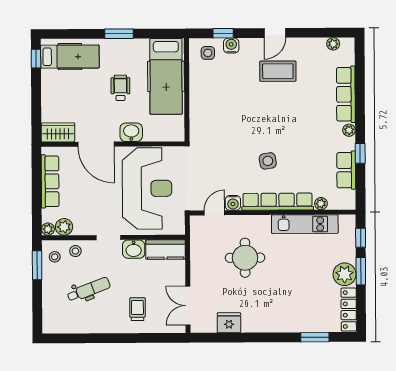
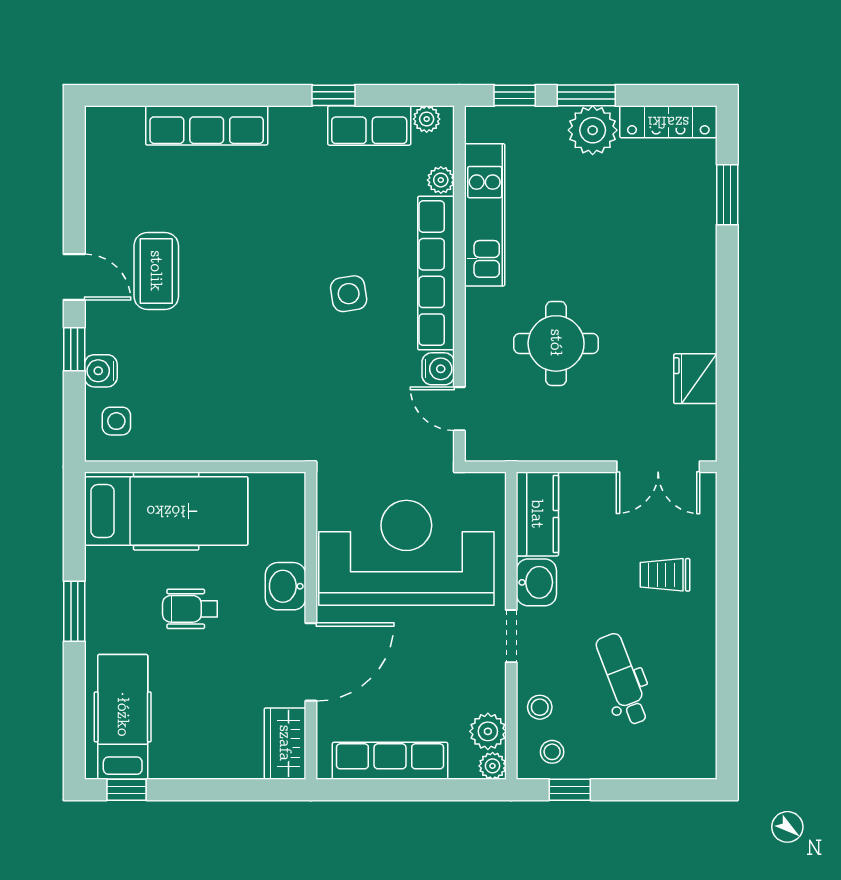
window: (223, 33) -> (74, 349), moved
plant: (333, 44) -> (98, 152), removed
plant: (349, 130) -> (427, 119), moved
window: (37, 265) -> (570, 790), width x0.67

